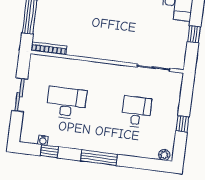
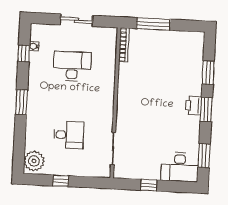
desk: (66, 103) -> (72, 66), turned -90
plant: (164, 155) -> (34, 161), width x1.87, depth x1.87
window: (99, 158) -> (21, 102), width x0.69

